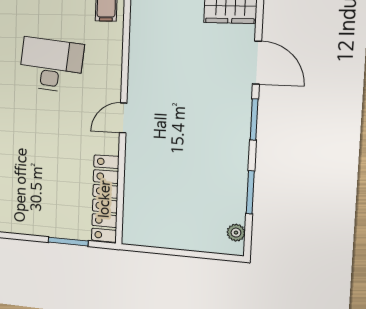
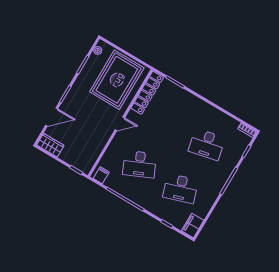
door: (257, 63) -> (52, 117), swing flipped
desk: (51, 65) -> (140, 164), turned -30
rug: (171, 195) -> (117, 80), added

